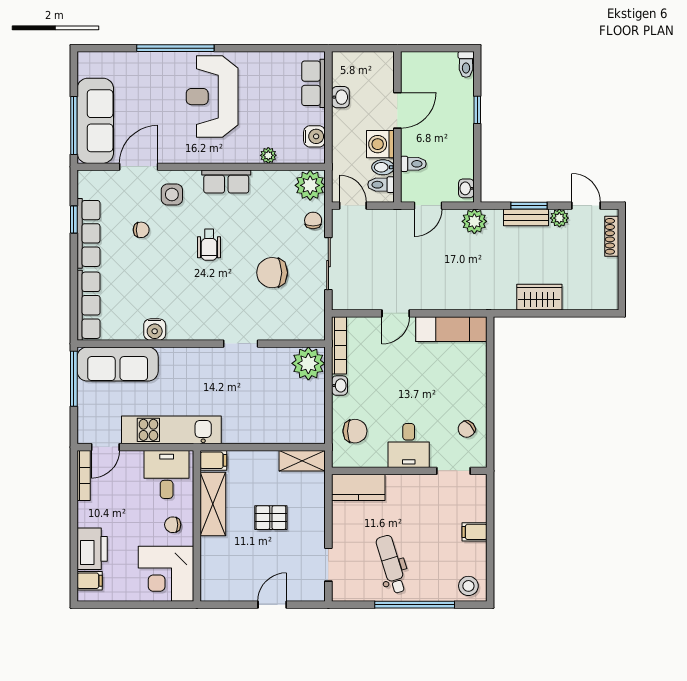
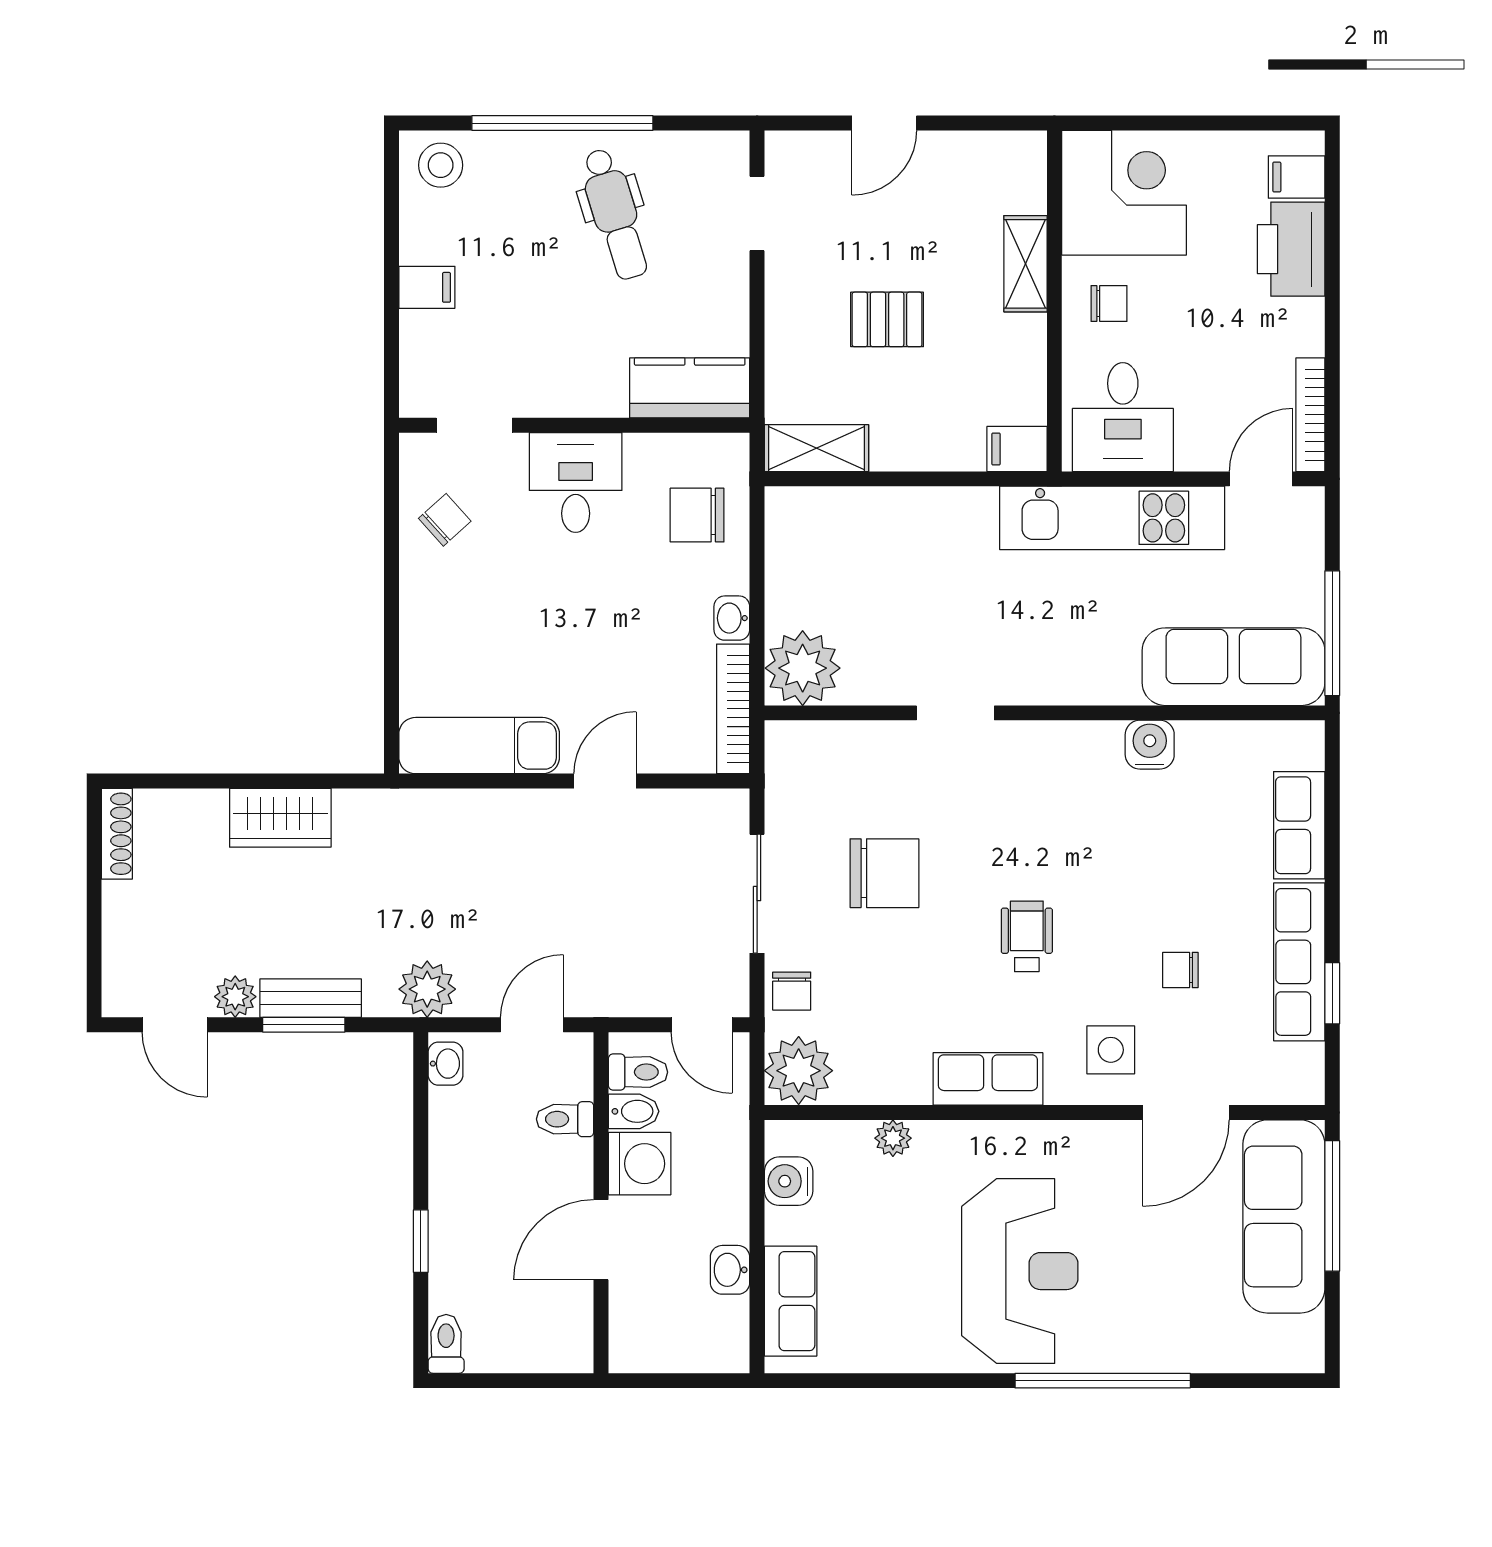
shoe rack: (612, 236) -> (117, 834), moved
row of seats: (89, 305) -> (1299, 825), width x0.68
shelving: (213, 504) -> (1025, 264), moved, width x0.67, depth x0.75

